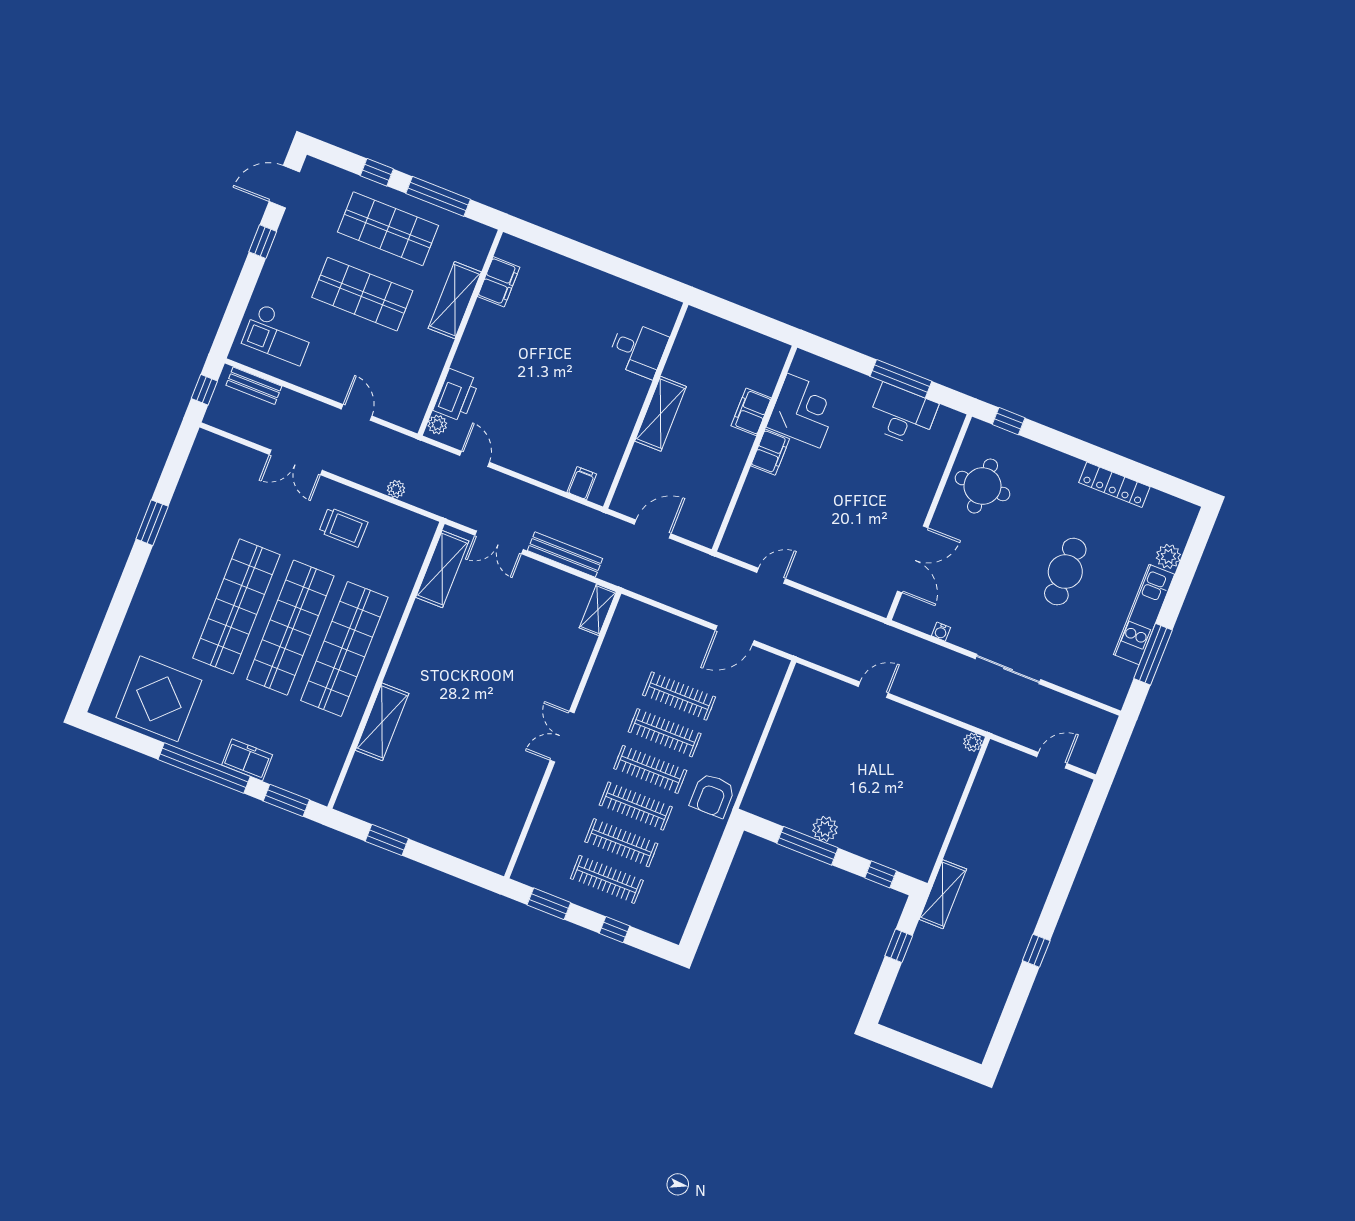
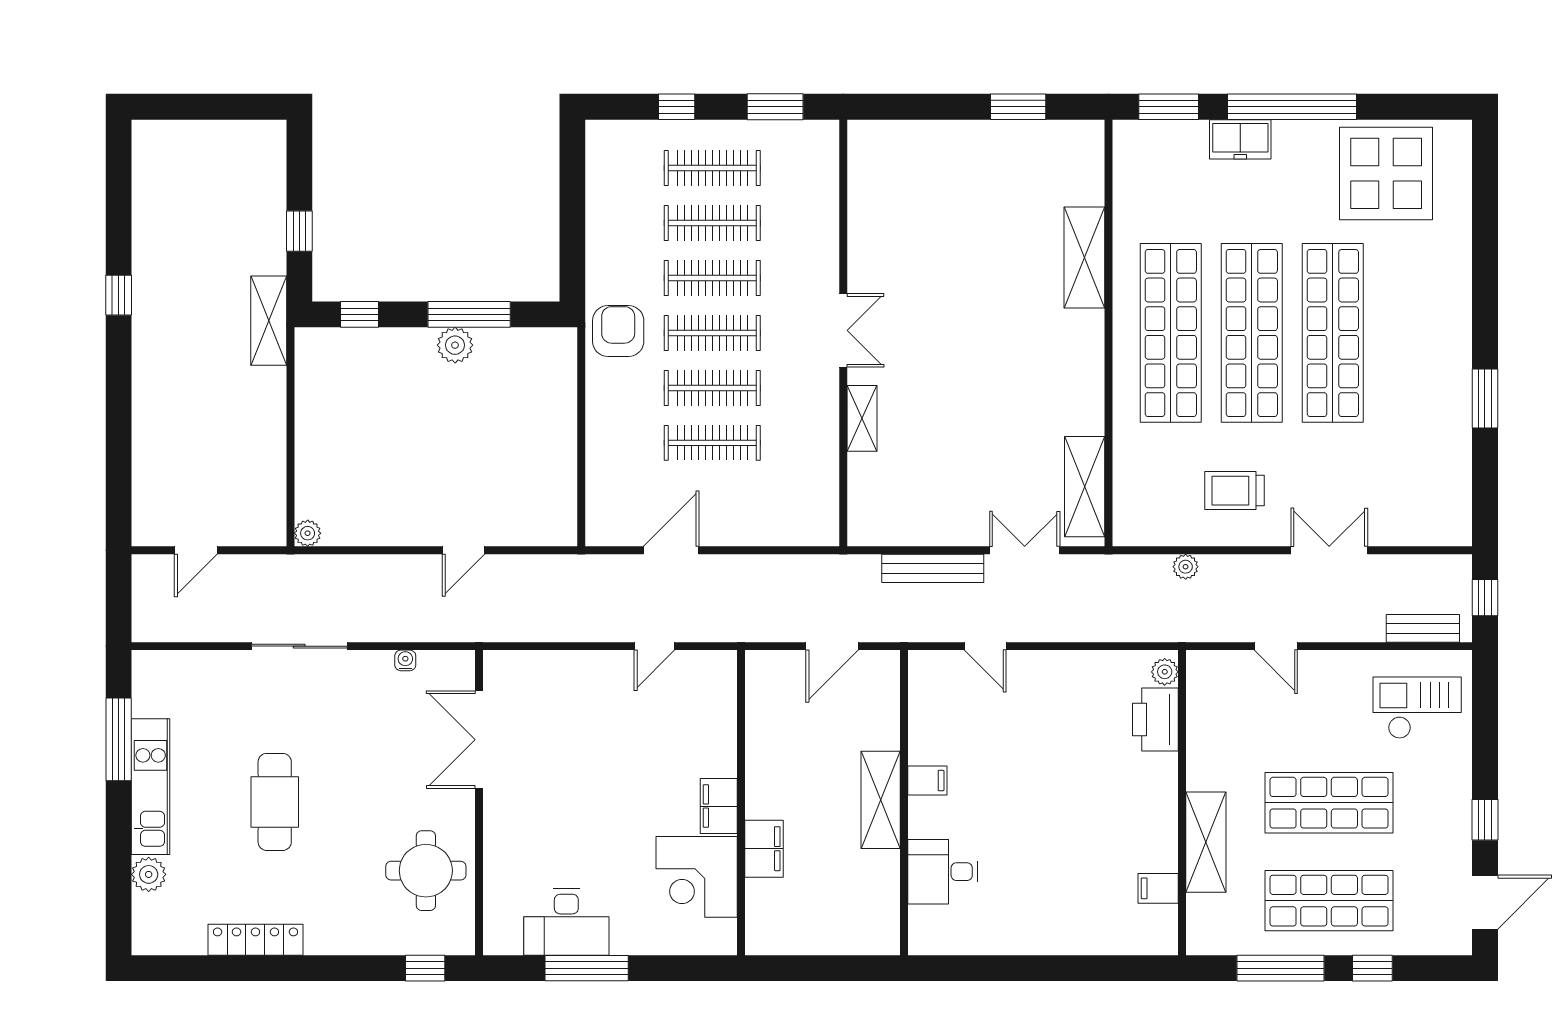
filing cabinet: (499, 282) -> (1158, 888), width x0.50
door: (475, 459) -> (985, 646), moved
filing cabinet: (582, 483) -> (927, 781), moved, turned -90
shelving: (598, 610) -> (862, 418), moved

